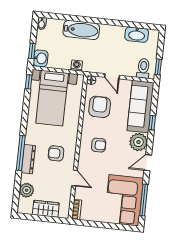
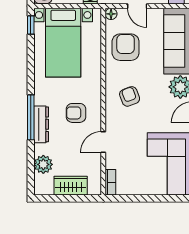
armchair: (99, 145) -> (130, 96), turned -111
door: (75, 178) -> (103, 142), swing flipped

